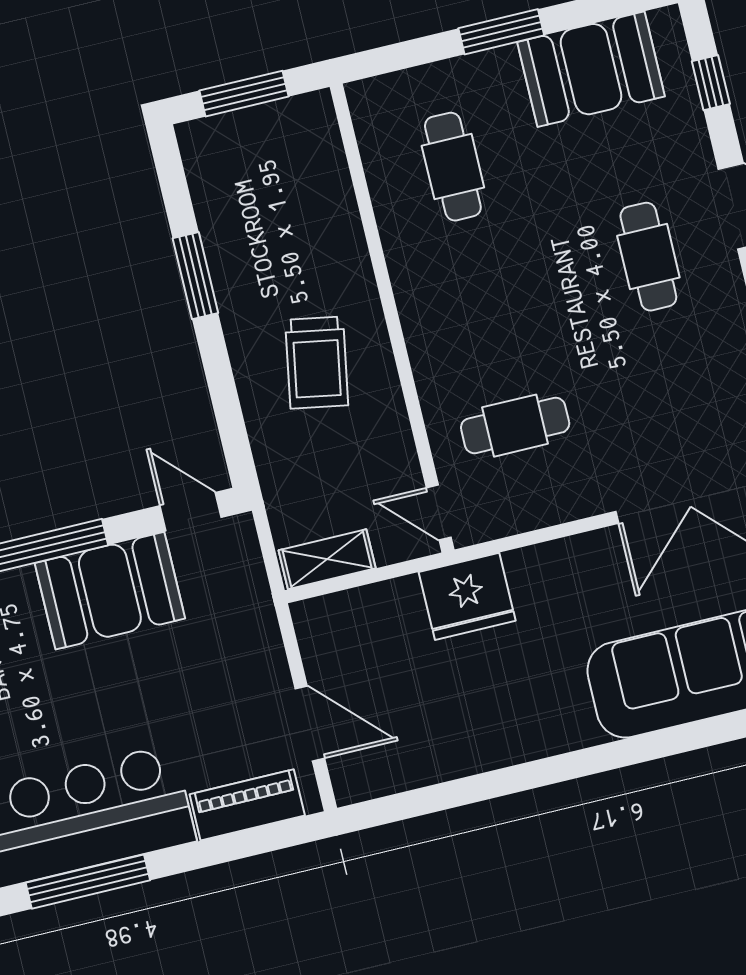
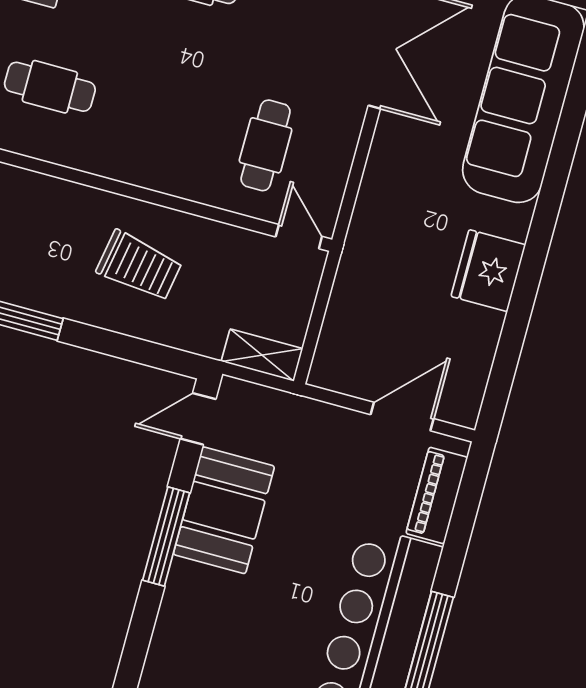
door: (439, 513) -> (299, 237), swing flipped
shelving: (327, 559) -> (262, 355), moved, turned 90
fridge: (467, 596) -> (488, 271), moved, turned 180

